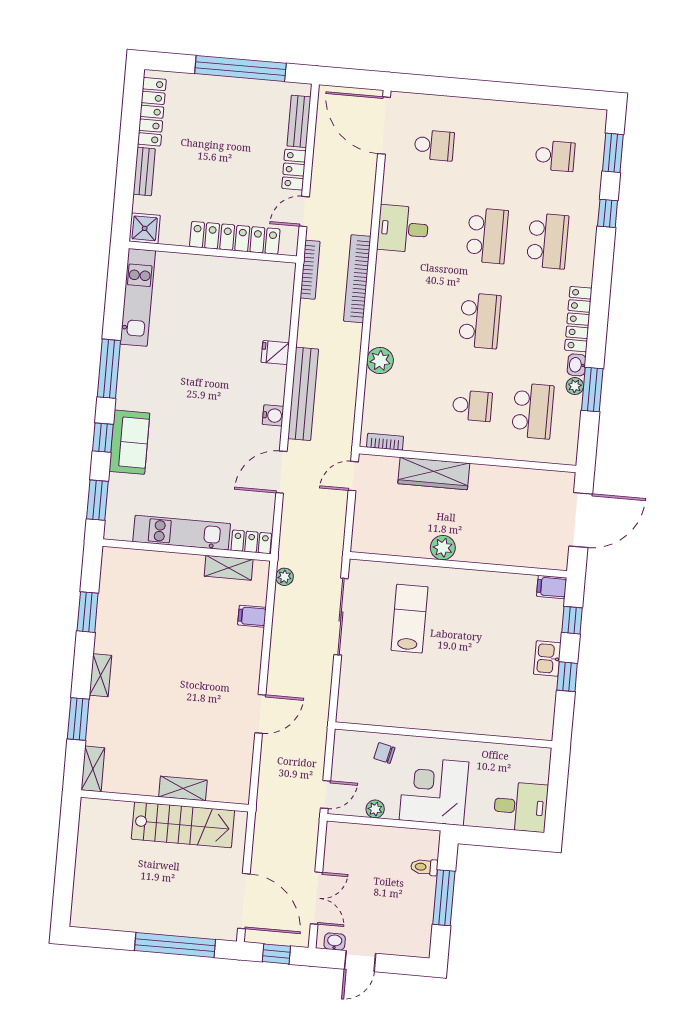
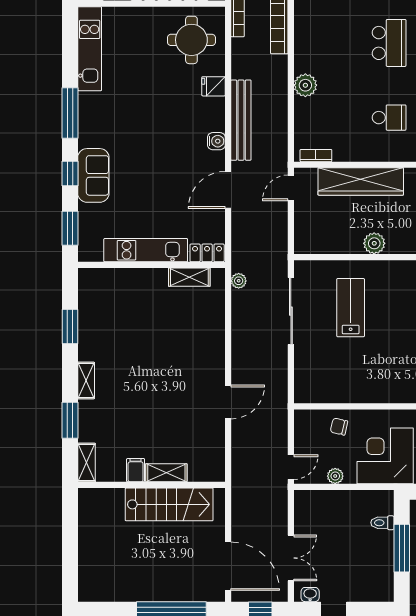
round table: (255, 298) -> (191, 40), added
wardrobe: (434, 473) -> (361, 181), width x1.40, depth x1.17
filing cabinet: (252, 616) -> (136, 470), moved, turned 90

